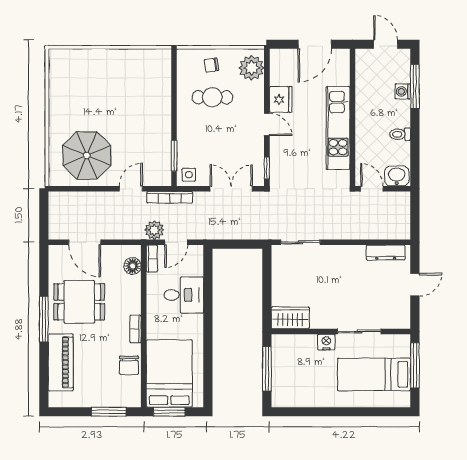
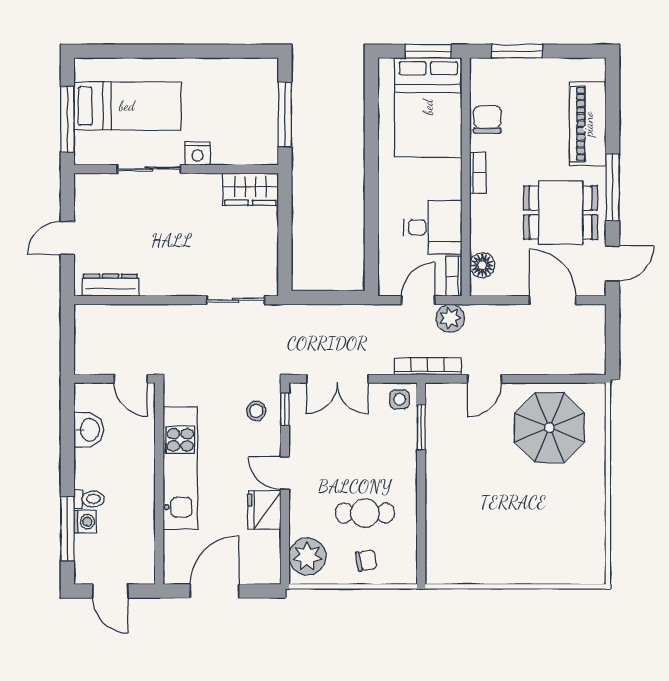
toilet: (400, 134) -> (89, 499), moved
stool: (286, 167) -> (256, 411), added
washbasin: (397, 176) -> (89, 430), moved, turned -90
door: (44, 267) -> (612, 263), added
desk: (184, 295) -> (433, 227), moved, turned 180

